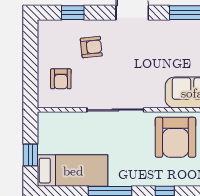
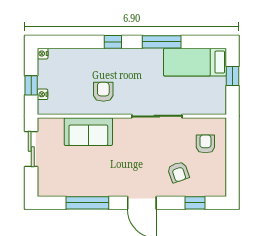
armchair: (91, 47) -> (178, 172), turned -103
armchair: (175, 137) -> (103, 92), width x0.53, depth x0.53

